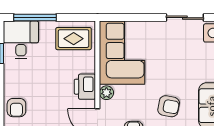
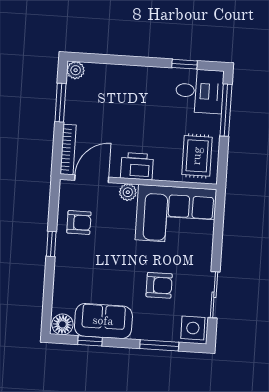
armchair: (169, 106) -> (159, 285), moved, turned -101
armchair: (16, 108) -> (117, 80), removed

